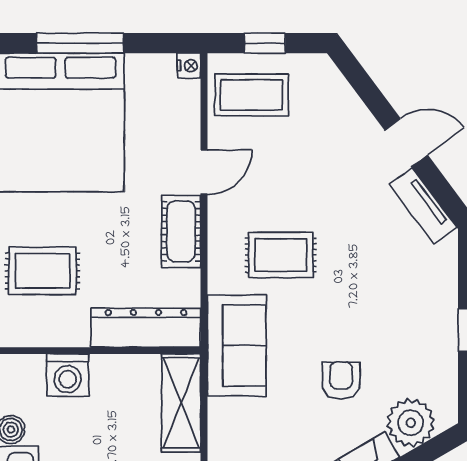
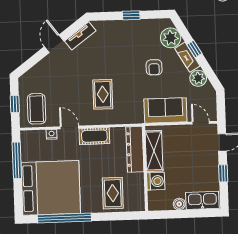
window: (80, 43) -> (17, 160), moved
nightstand: (189, 66) -> (52, 134), moved
sofa: (237, 345) -> (165, 110), moved
armchair: (341, 381) -> (154, 67), turned -90
shelving: (181, 403) -> (154, 151), moved, turned 90

